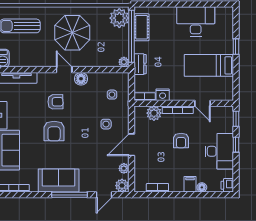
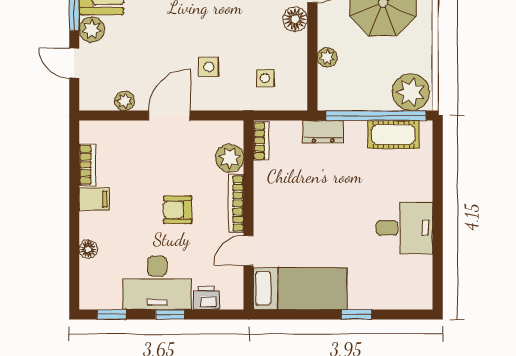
desk: (196, 21) -> (404, 228), width x0.73
plant: (124, 62) -> (327, 57), moved
bed: (209, 65) -> (300, 289), moved, turned 90
nightstand: (163, 95) -> (265, 175), removed
window: (236, 119) -> (112, 314), moved
door: (132, 145) -> (169, 116), hinge flipped
filing cabinet: (190, 184) -> (94, 199), moved
printer: (227, 185) -> (206, 298), moved
plant: (122, 186) -> (92, 30), moved

